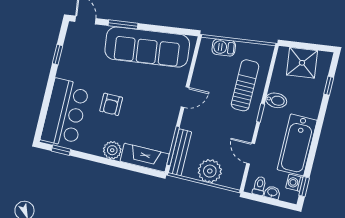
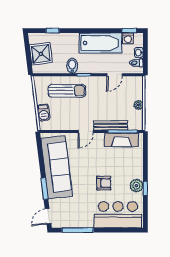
window: (58, 55) -> (78, 230), width x2.17
sun lounger: (245, 85) -> (67, 91), turned 180
door: (185, 97) -> (86, 132), swing flipped
window: (61, 150) -> (145, 188), moved
plant: (112, 150) -> (136, 186), moved
bench: (180, 152) -> (111, 125), moved
fireplace: (145, 158) -> (121, 140), moved, turned -90
plant: (210, 171) -> (138, 105), width x0.53, depth x0.53

